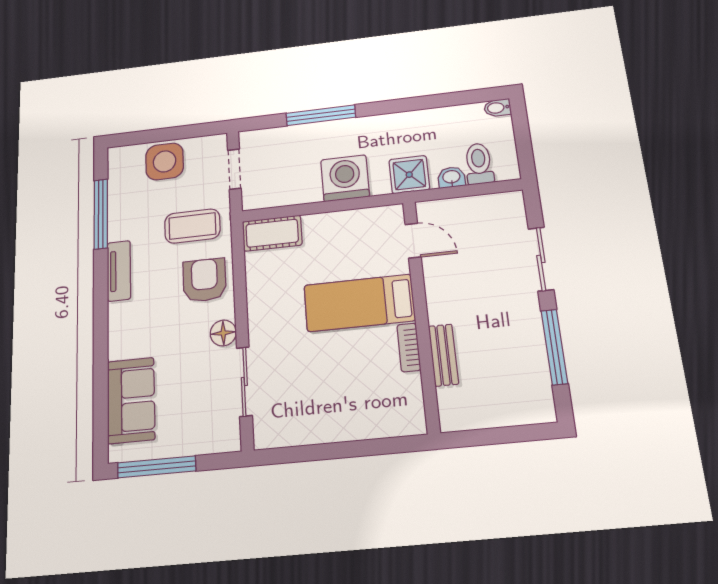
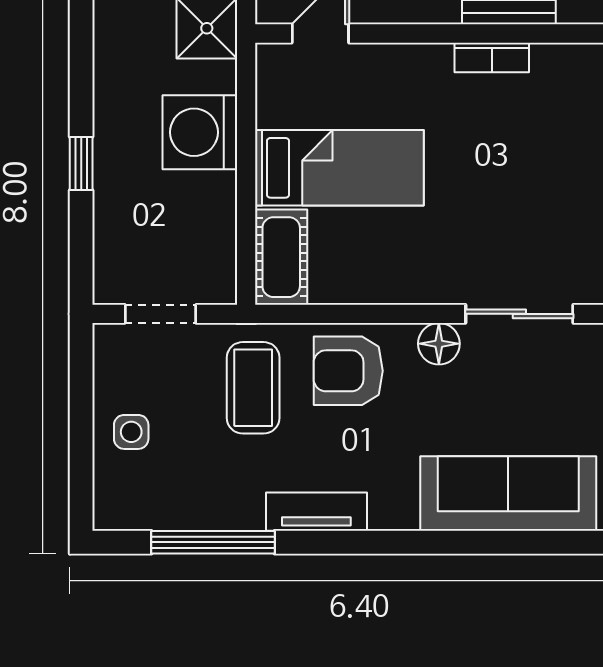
window: (321, 115) -> (81, 164), width x0.46
side table: (165, 161) -> (131, 432), width x0.54, depth x0.54
bed: (359, 303) -> (339, 168), moved, turned -90
sofa: (131, 400) -> (508, 494), width x1.36

